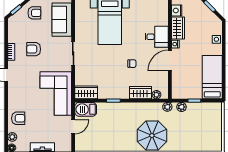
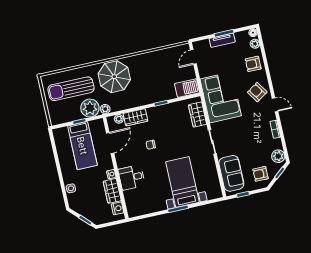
plant: (14, 26) -> (278, 156), added
armchair: (34, 49) -> (257, 92), moved, turned -123
door: (170, 60) -> (110, 143), moved
bed: (212, 77) -> (82, 146), moved
wardrobe: (86, 92) -> (198, 115), moved, turned 90
plant: (182, 107) -> (90, 108), width x1.87, depth x1.87
door: (73, 127) -> (193, 57), moved
sun lounger: (195, 133) -> (71, 89), added

